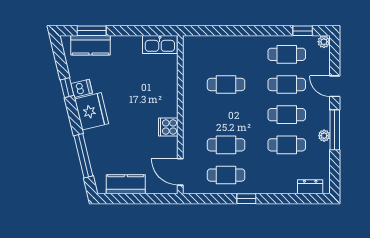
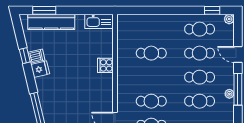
kitchen counter: (91, 45) -> (51, 22), width x1.50
fridge: (92, 111) -> (40, 69), width x0.53, depth x0.75
cooker: (168, 127) -> (105, 65), moved

